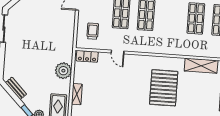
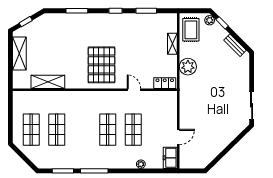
trolley: (93, 31) -> (161, 109), removed
pallet: (164, 88) -> (101, 65), moved

